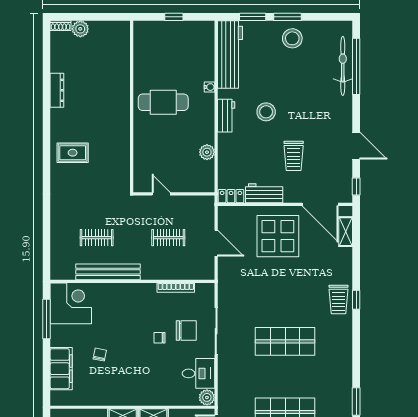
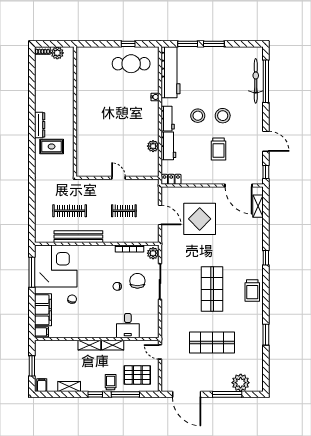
stool: (292, 38) -> (223, 116), moved
dresser: (57, 90) -> (40, 125), moved
cafe table: (163, 102) -> (131, 64), moved
wall: (132, 107) -> (75, 112), moved
workbench: (264, 193) -> (168, 146), moved, turned 90
display table: (278, 236) -> (200, 219), moved
clothes rail: (97, 238) -> (70, 211), width x1.36
trolley: (338, 300) -> (252, 291), moved
corner desk: (71, 303) -> (56, 266), width x1.36, depth x1.36
chair: (186, 330) -> (137, 281), turned -90
shop shelf: (285, 341) -> (212, 289), turned 90
desk: (198, 373) -> (128, 326), moved, turned 90
plant: (207, 397) -> (153, 253), moved
filing cabinet: (59, 398) -> (41, 332), added

